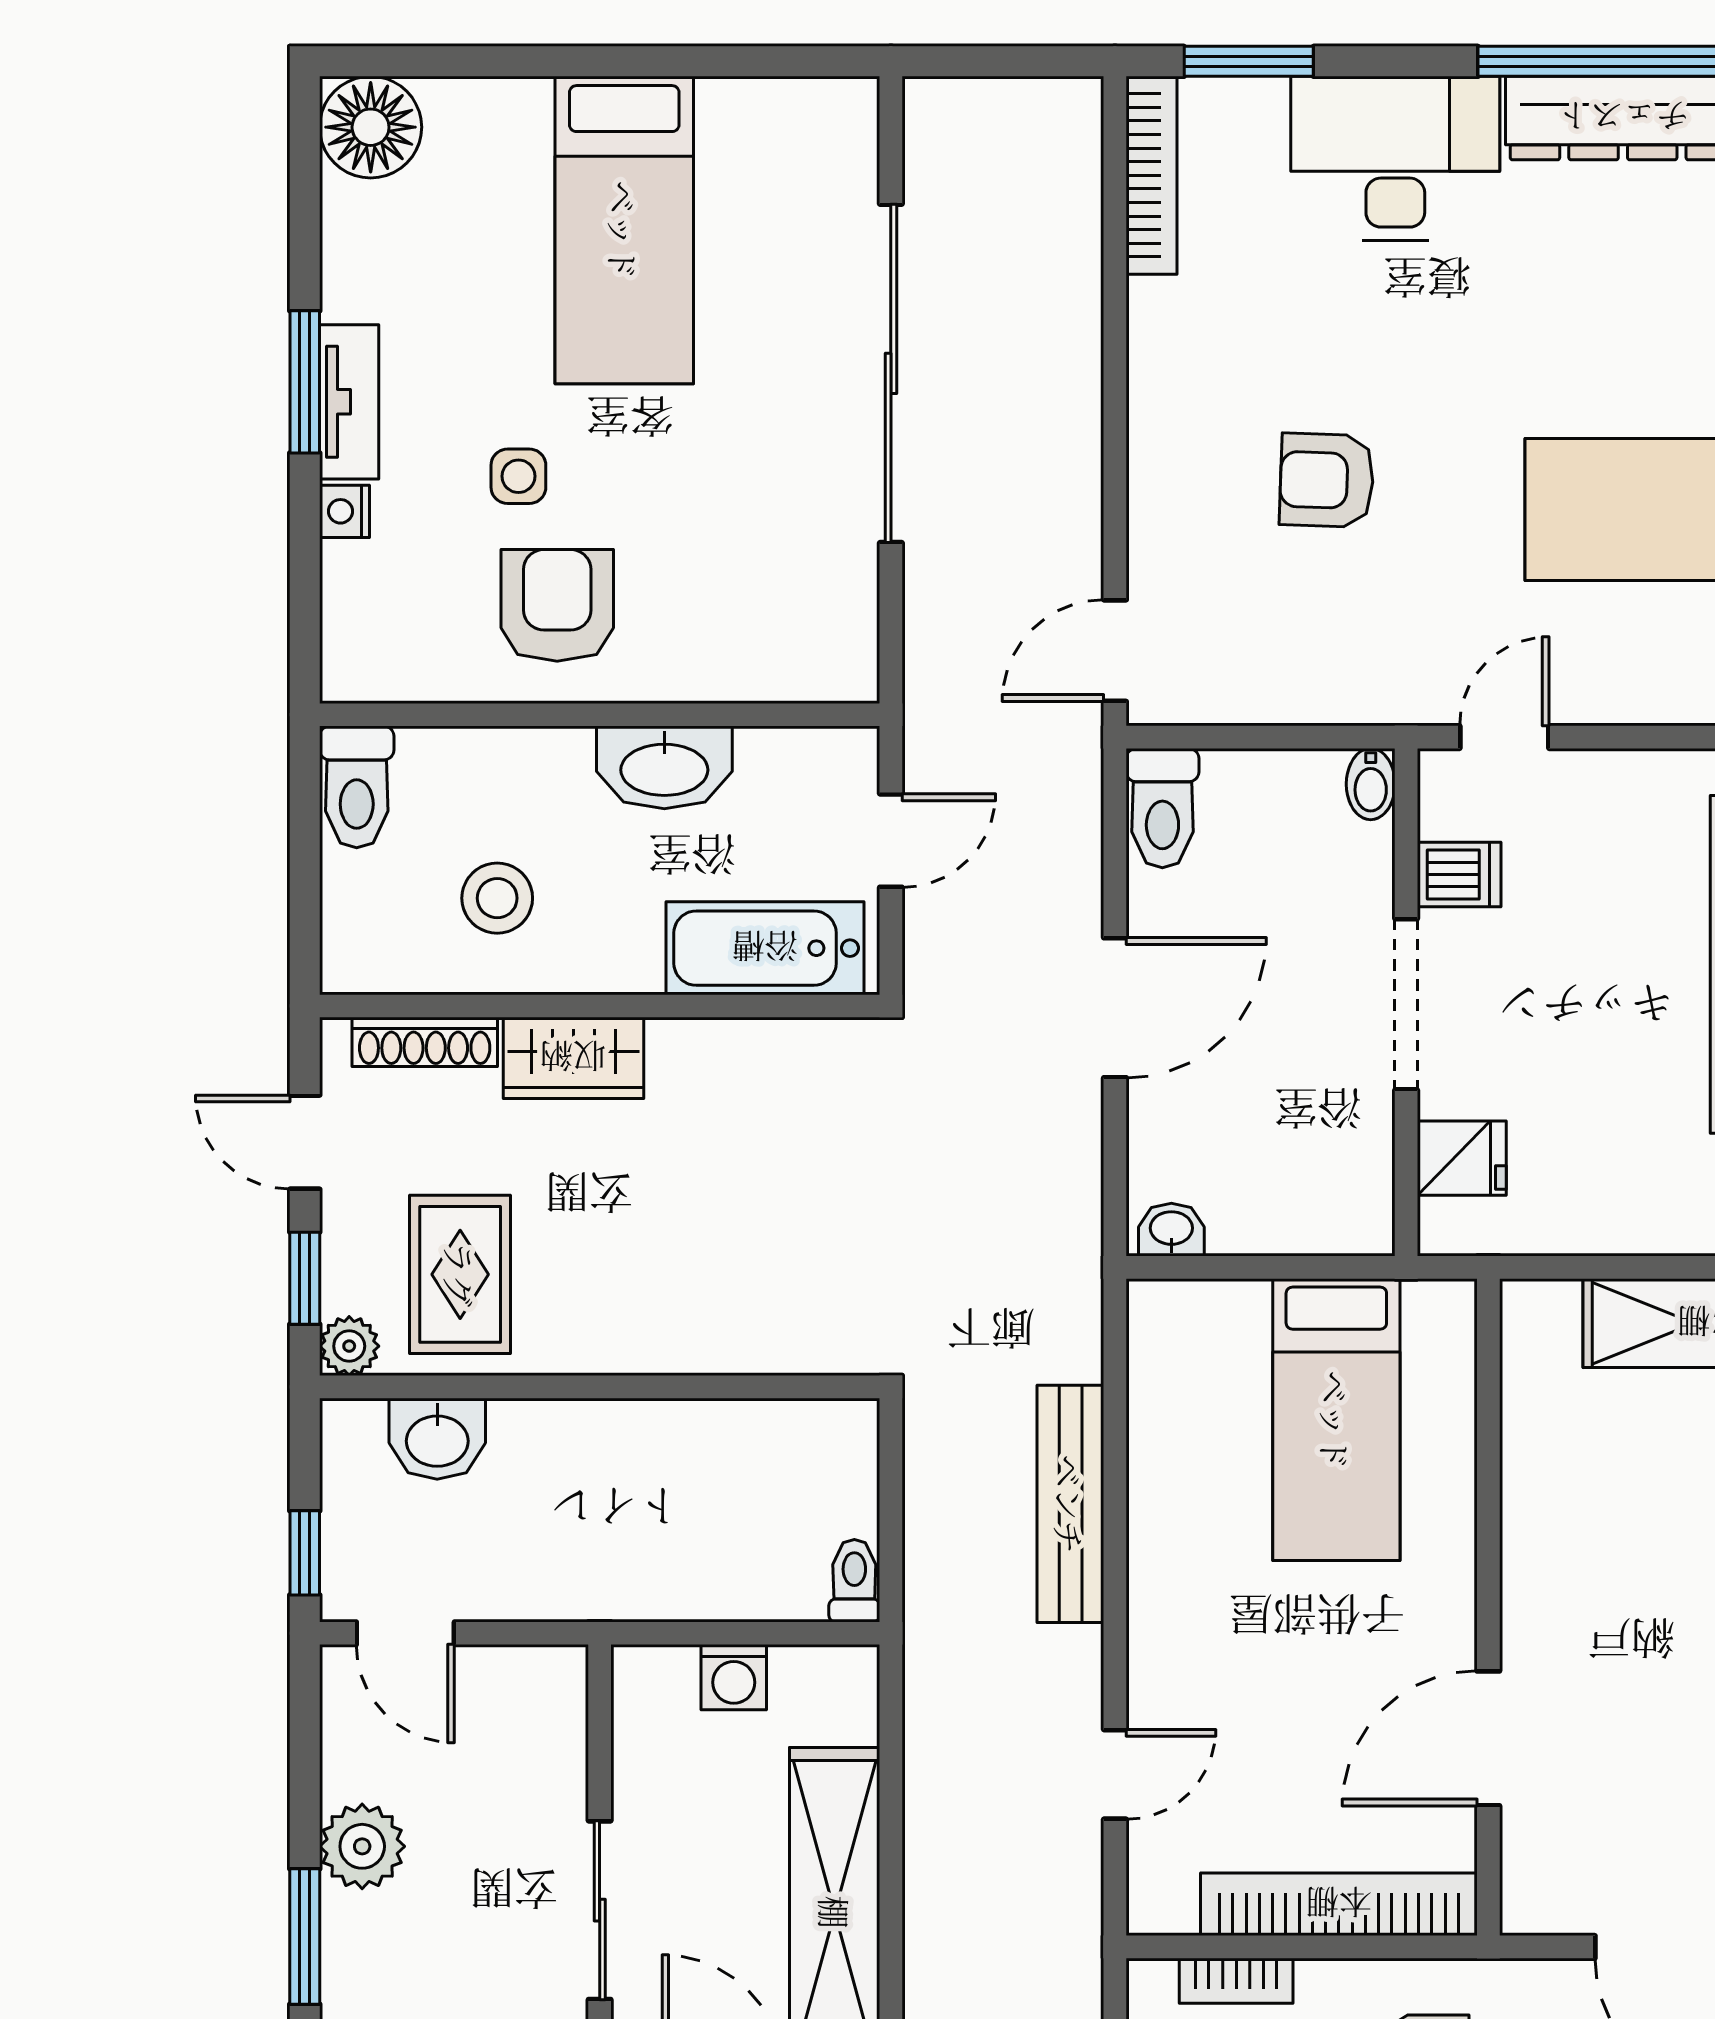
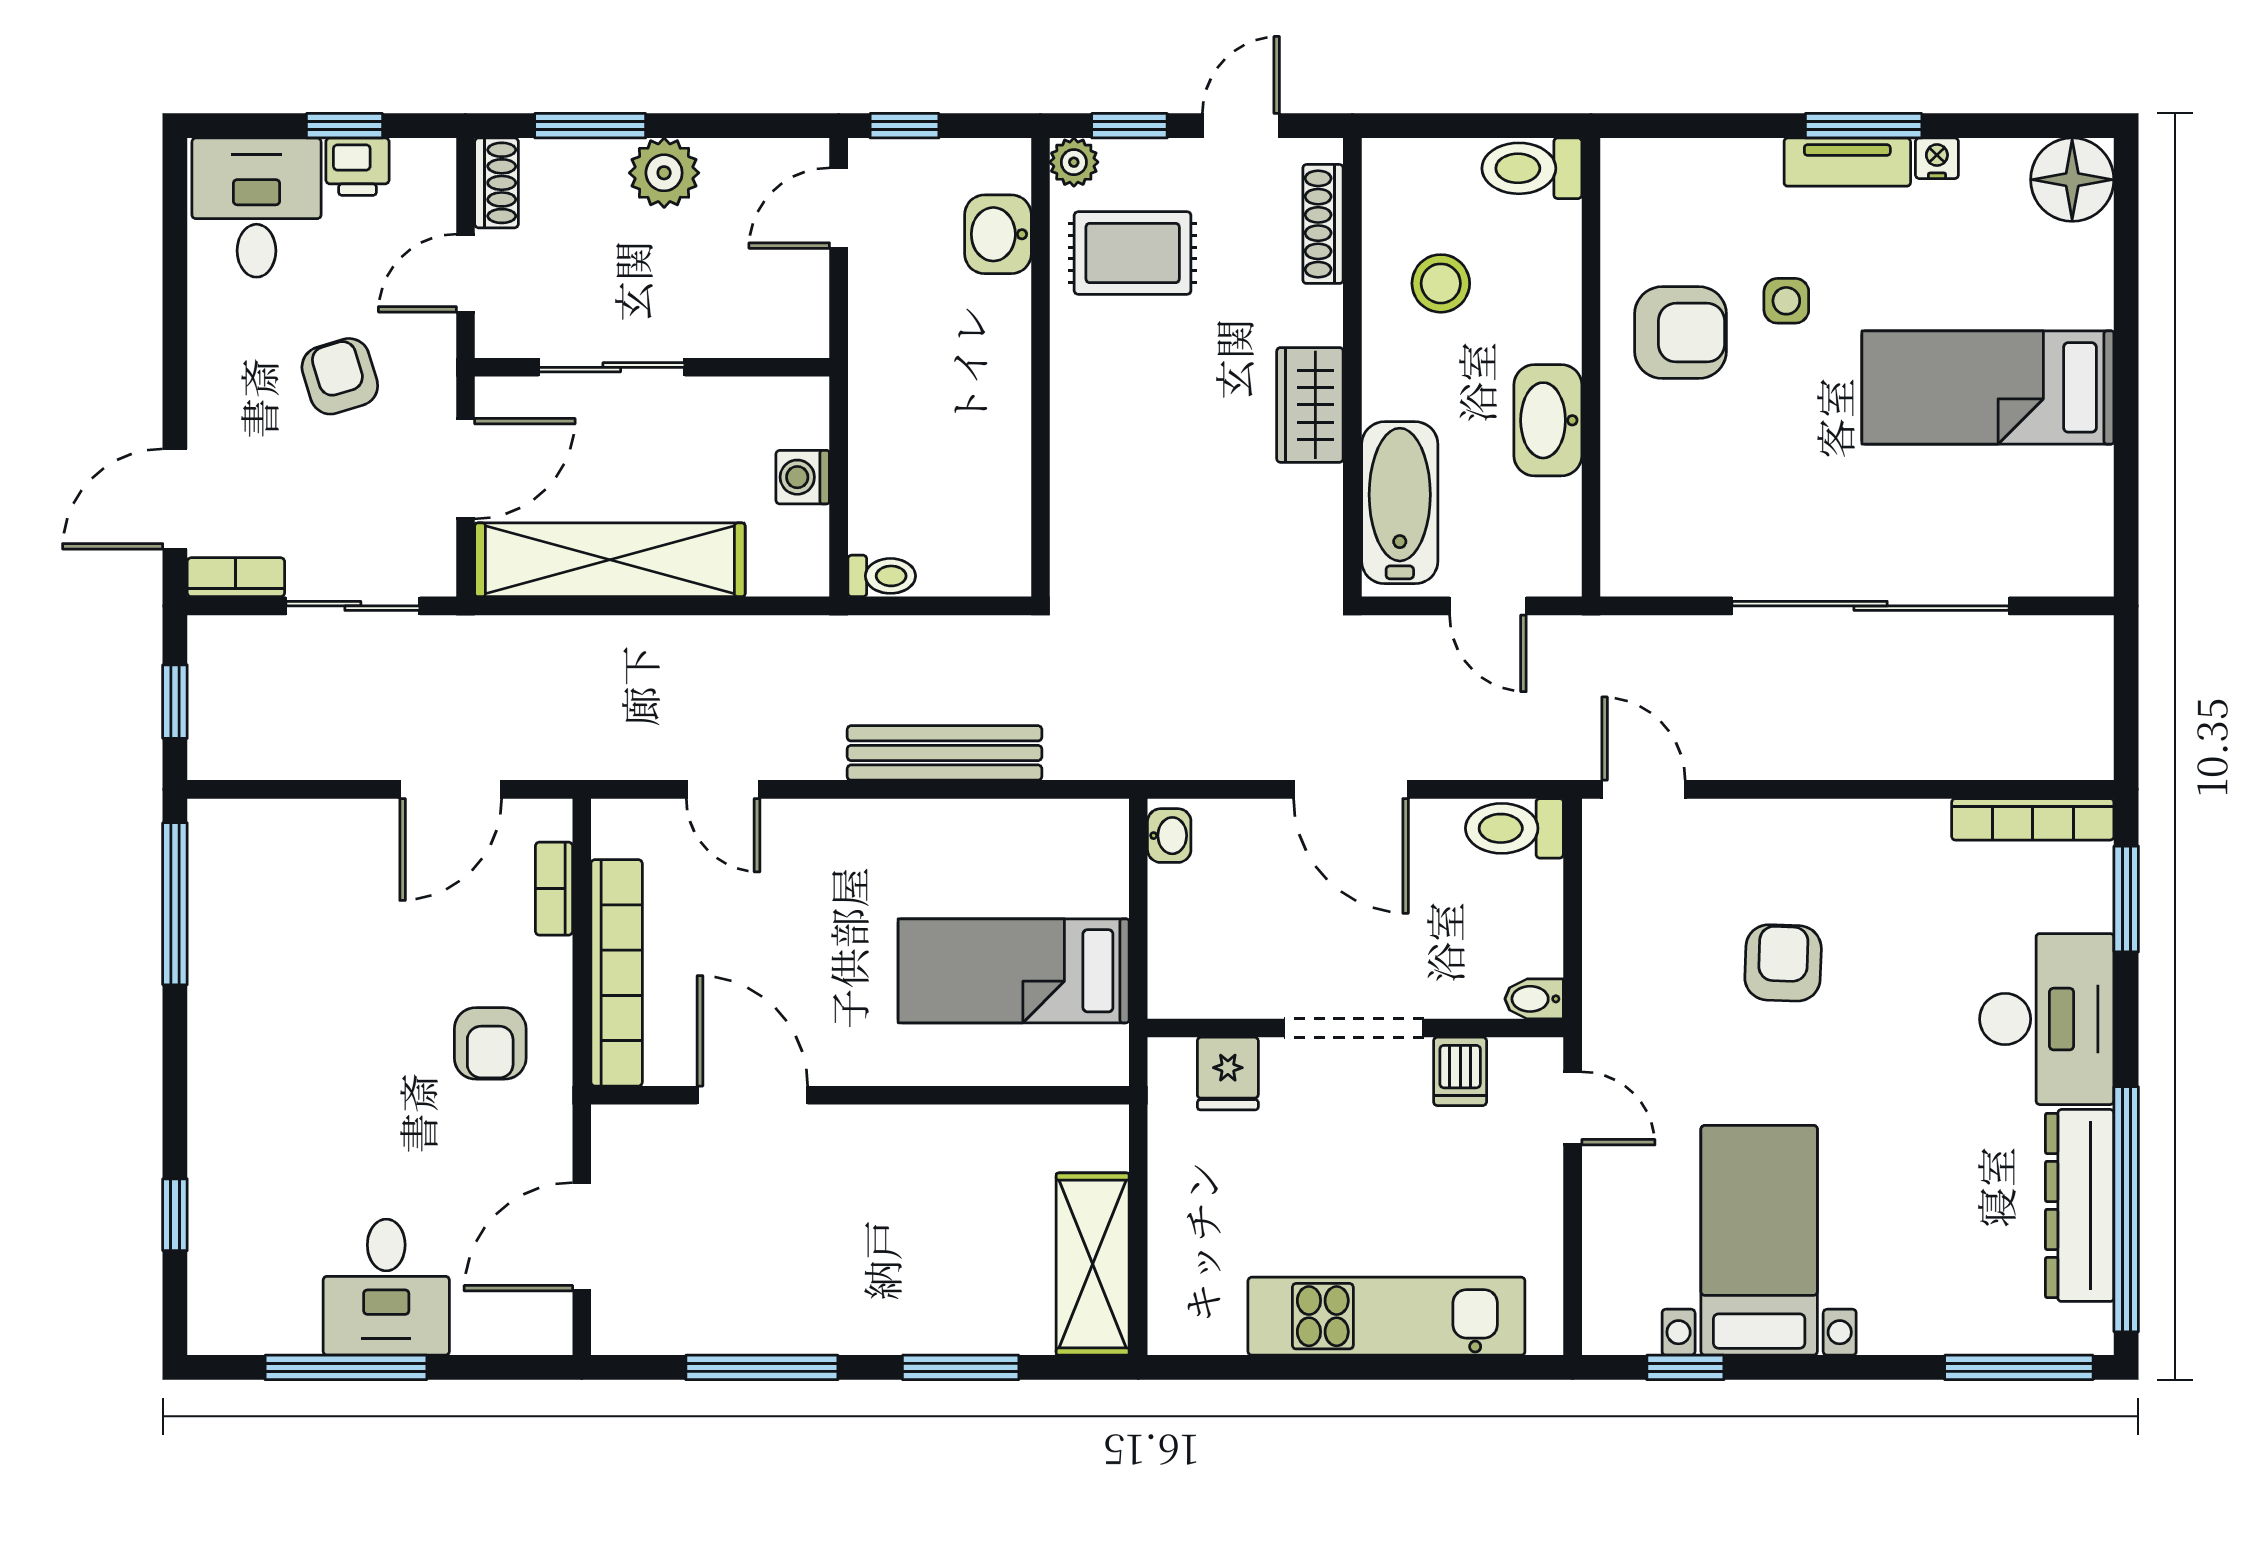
nightstand: (344, 511) -> (1937, 158), moved
wardrobe: (573, 1058) -> (1310, 405), moved

